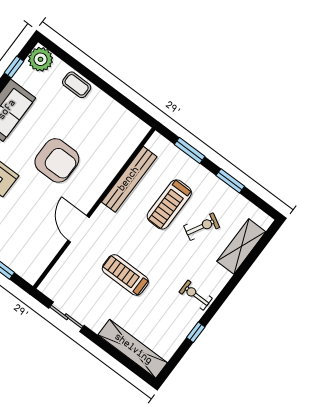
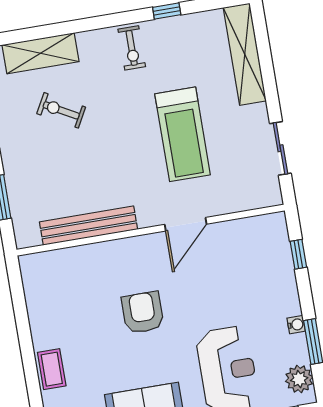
armchair: (57, 160) -> (143, 313), width x0.73, depth x0.73
treadmill: (169, 204) -> (72, 163), removed
treadmill: (125, 275) -> (183, 134), width x1.37, depth x1.38

